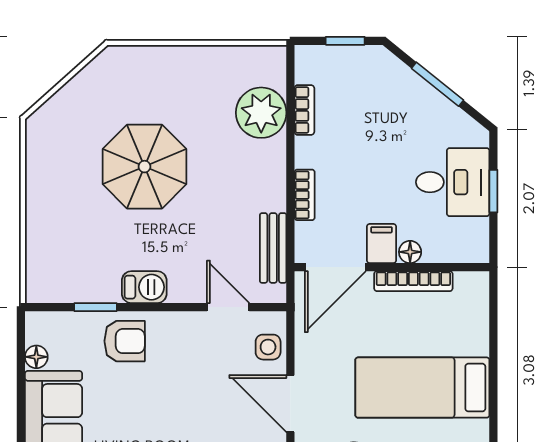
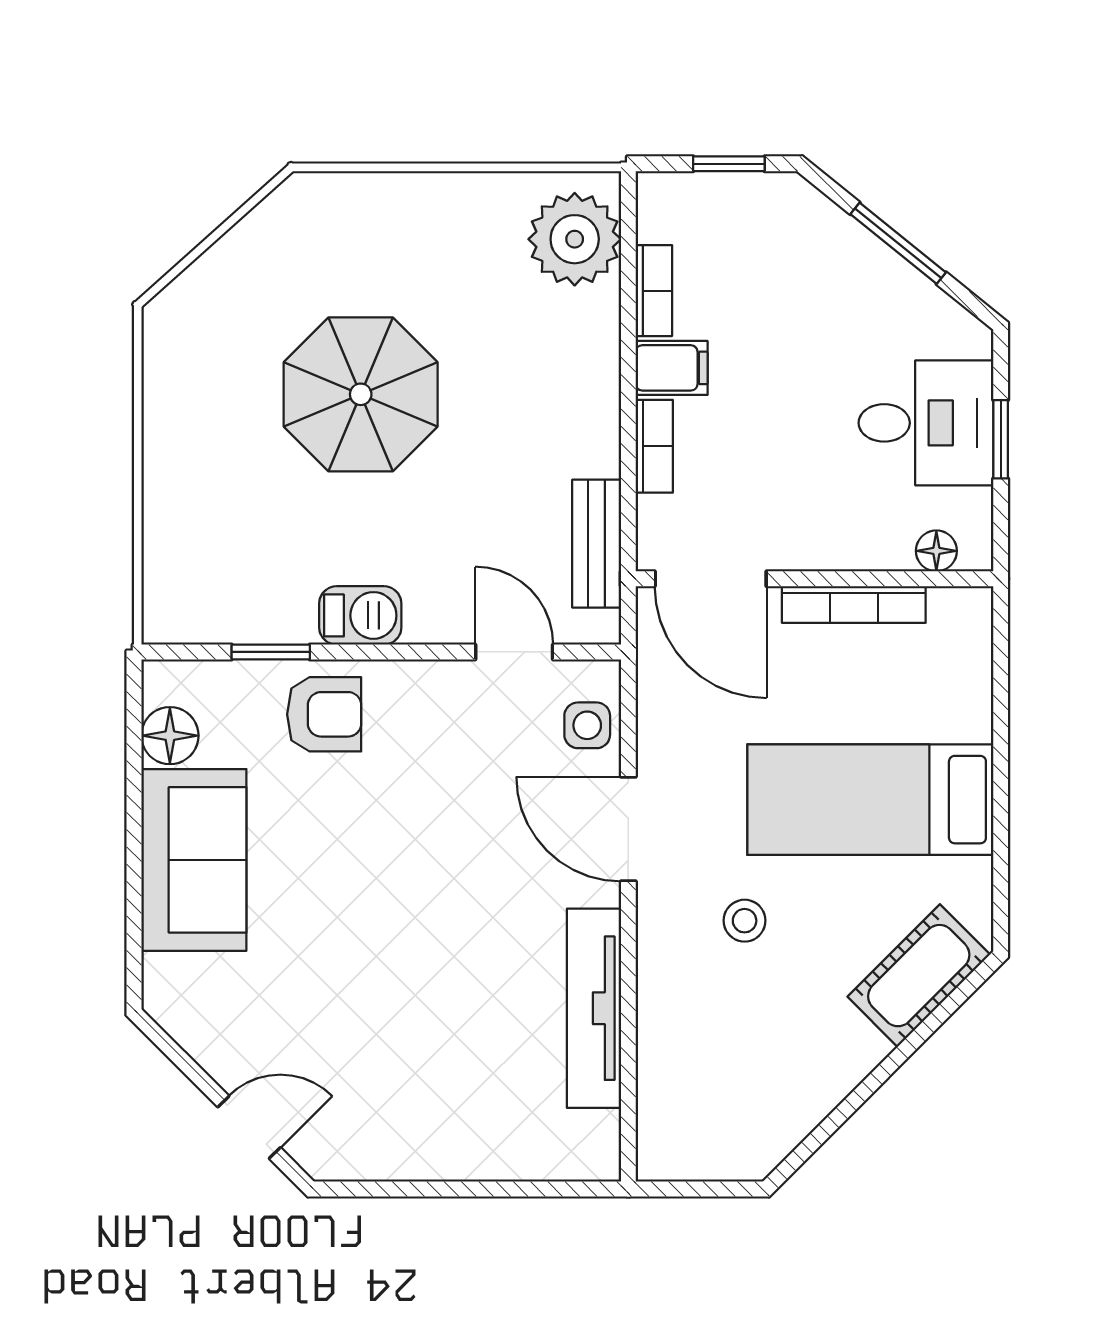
plant: (261, 113) -> (575, 239), moved
filing cabinet: (382, 244) -> (672, 368), moved, turned 90
floor lamp: (410, 252) -> (936, 551), moved
door: (335, 267) -> (711, 579), hinge flipped
floor lamp: (36, 357) -> (170, 736), width x1.37, depth x1.37

